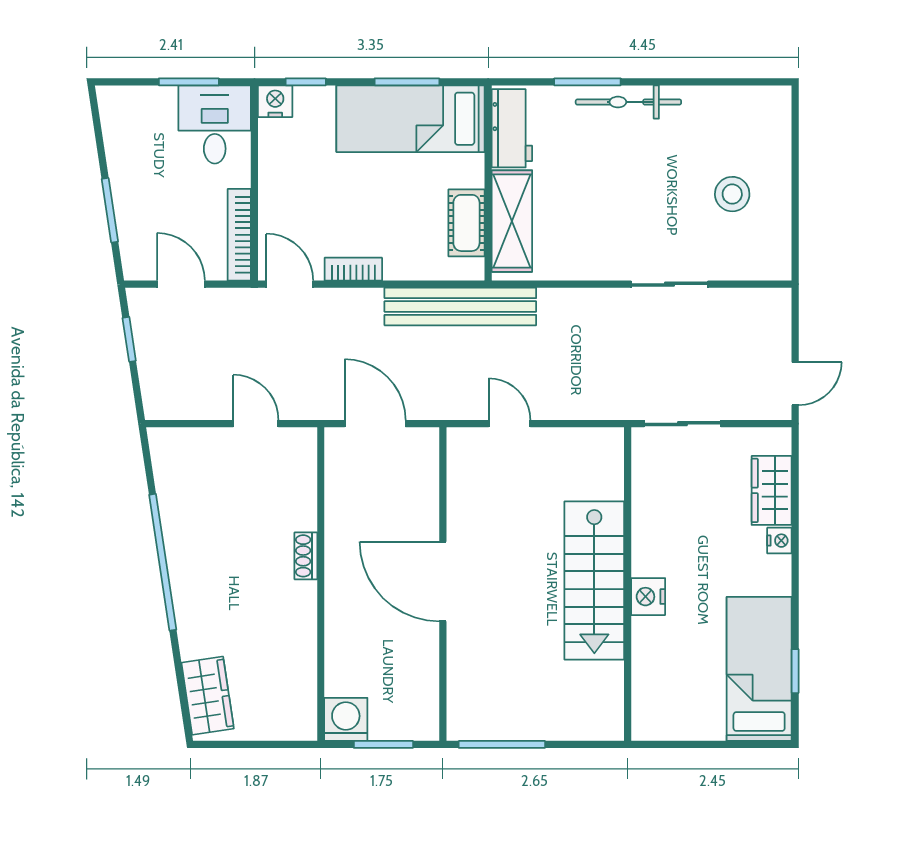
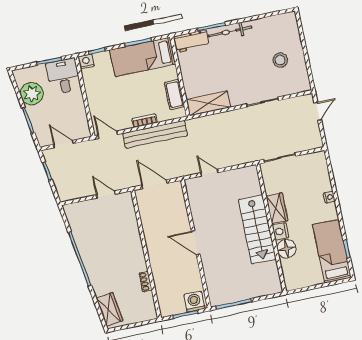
workbench: (512, 128) -> (192, 41), moved, turned 90
plant: (132, 150) -> (32, 94), added
shelving: (512, 221) -> (209, 103), moved, turned 90
bookcase: (239, 235) -> (83, 119), removed
bookcase: (353, 269) -> (145, 121), moved
bench: (460, 306) -> (155, 134), moved
door: (795, 384) -> (318, 111), moved
wardrobe: (772, 490) -> (277, 208), moved, turned 180
shoe rack: (306, 556) -> (145, 282), moved
door: (443, 581) -> (196, 243), width x0.73
floor lamp: (654, 640) -> (287, 249), added
washing machine: (346, 719) -> (194, 302), moved

